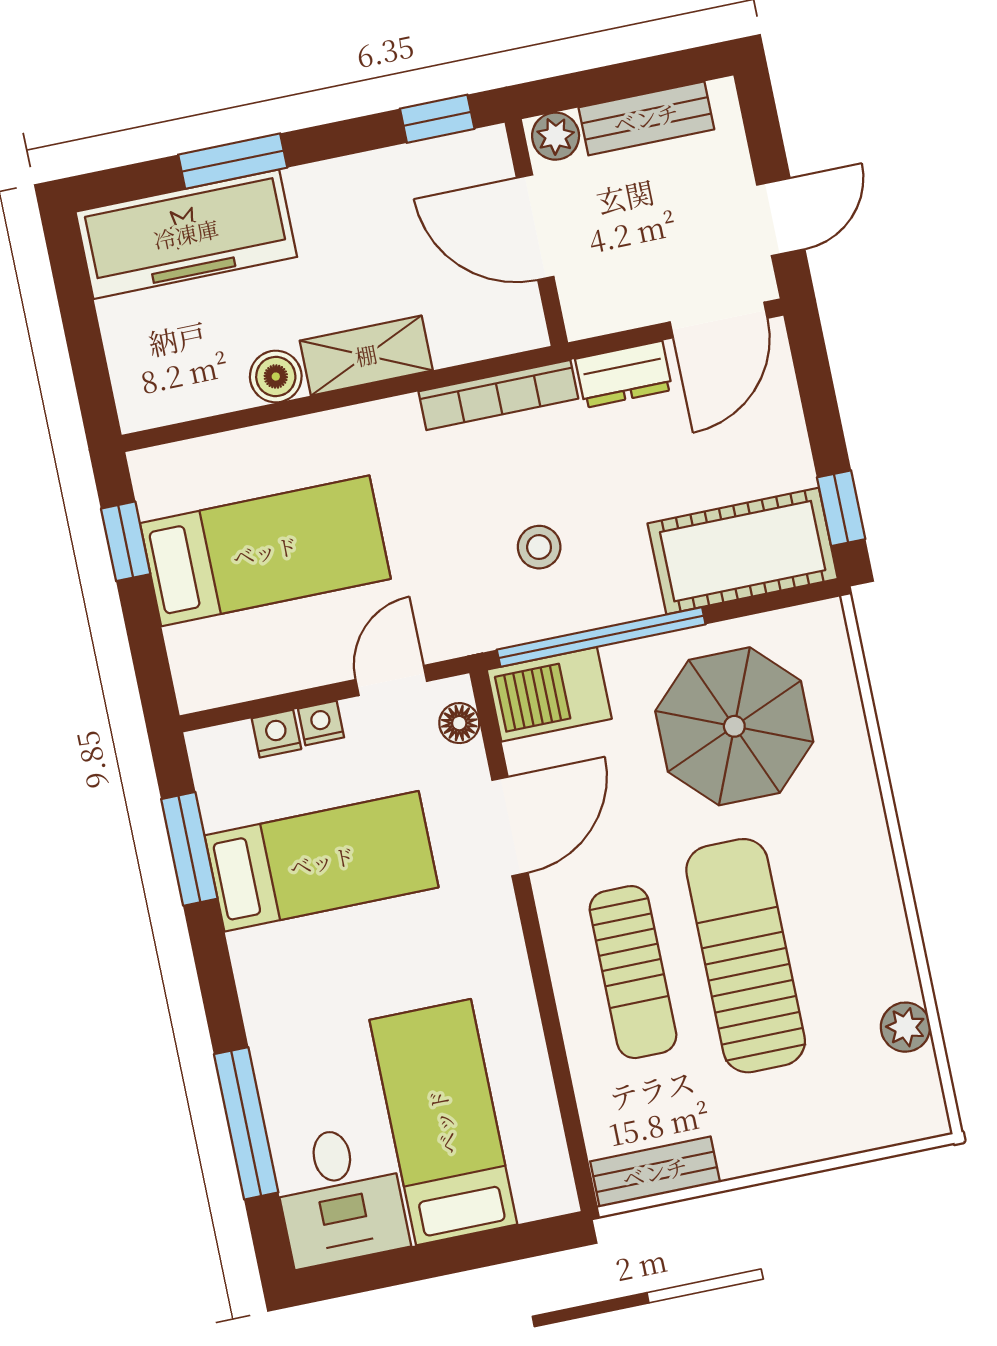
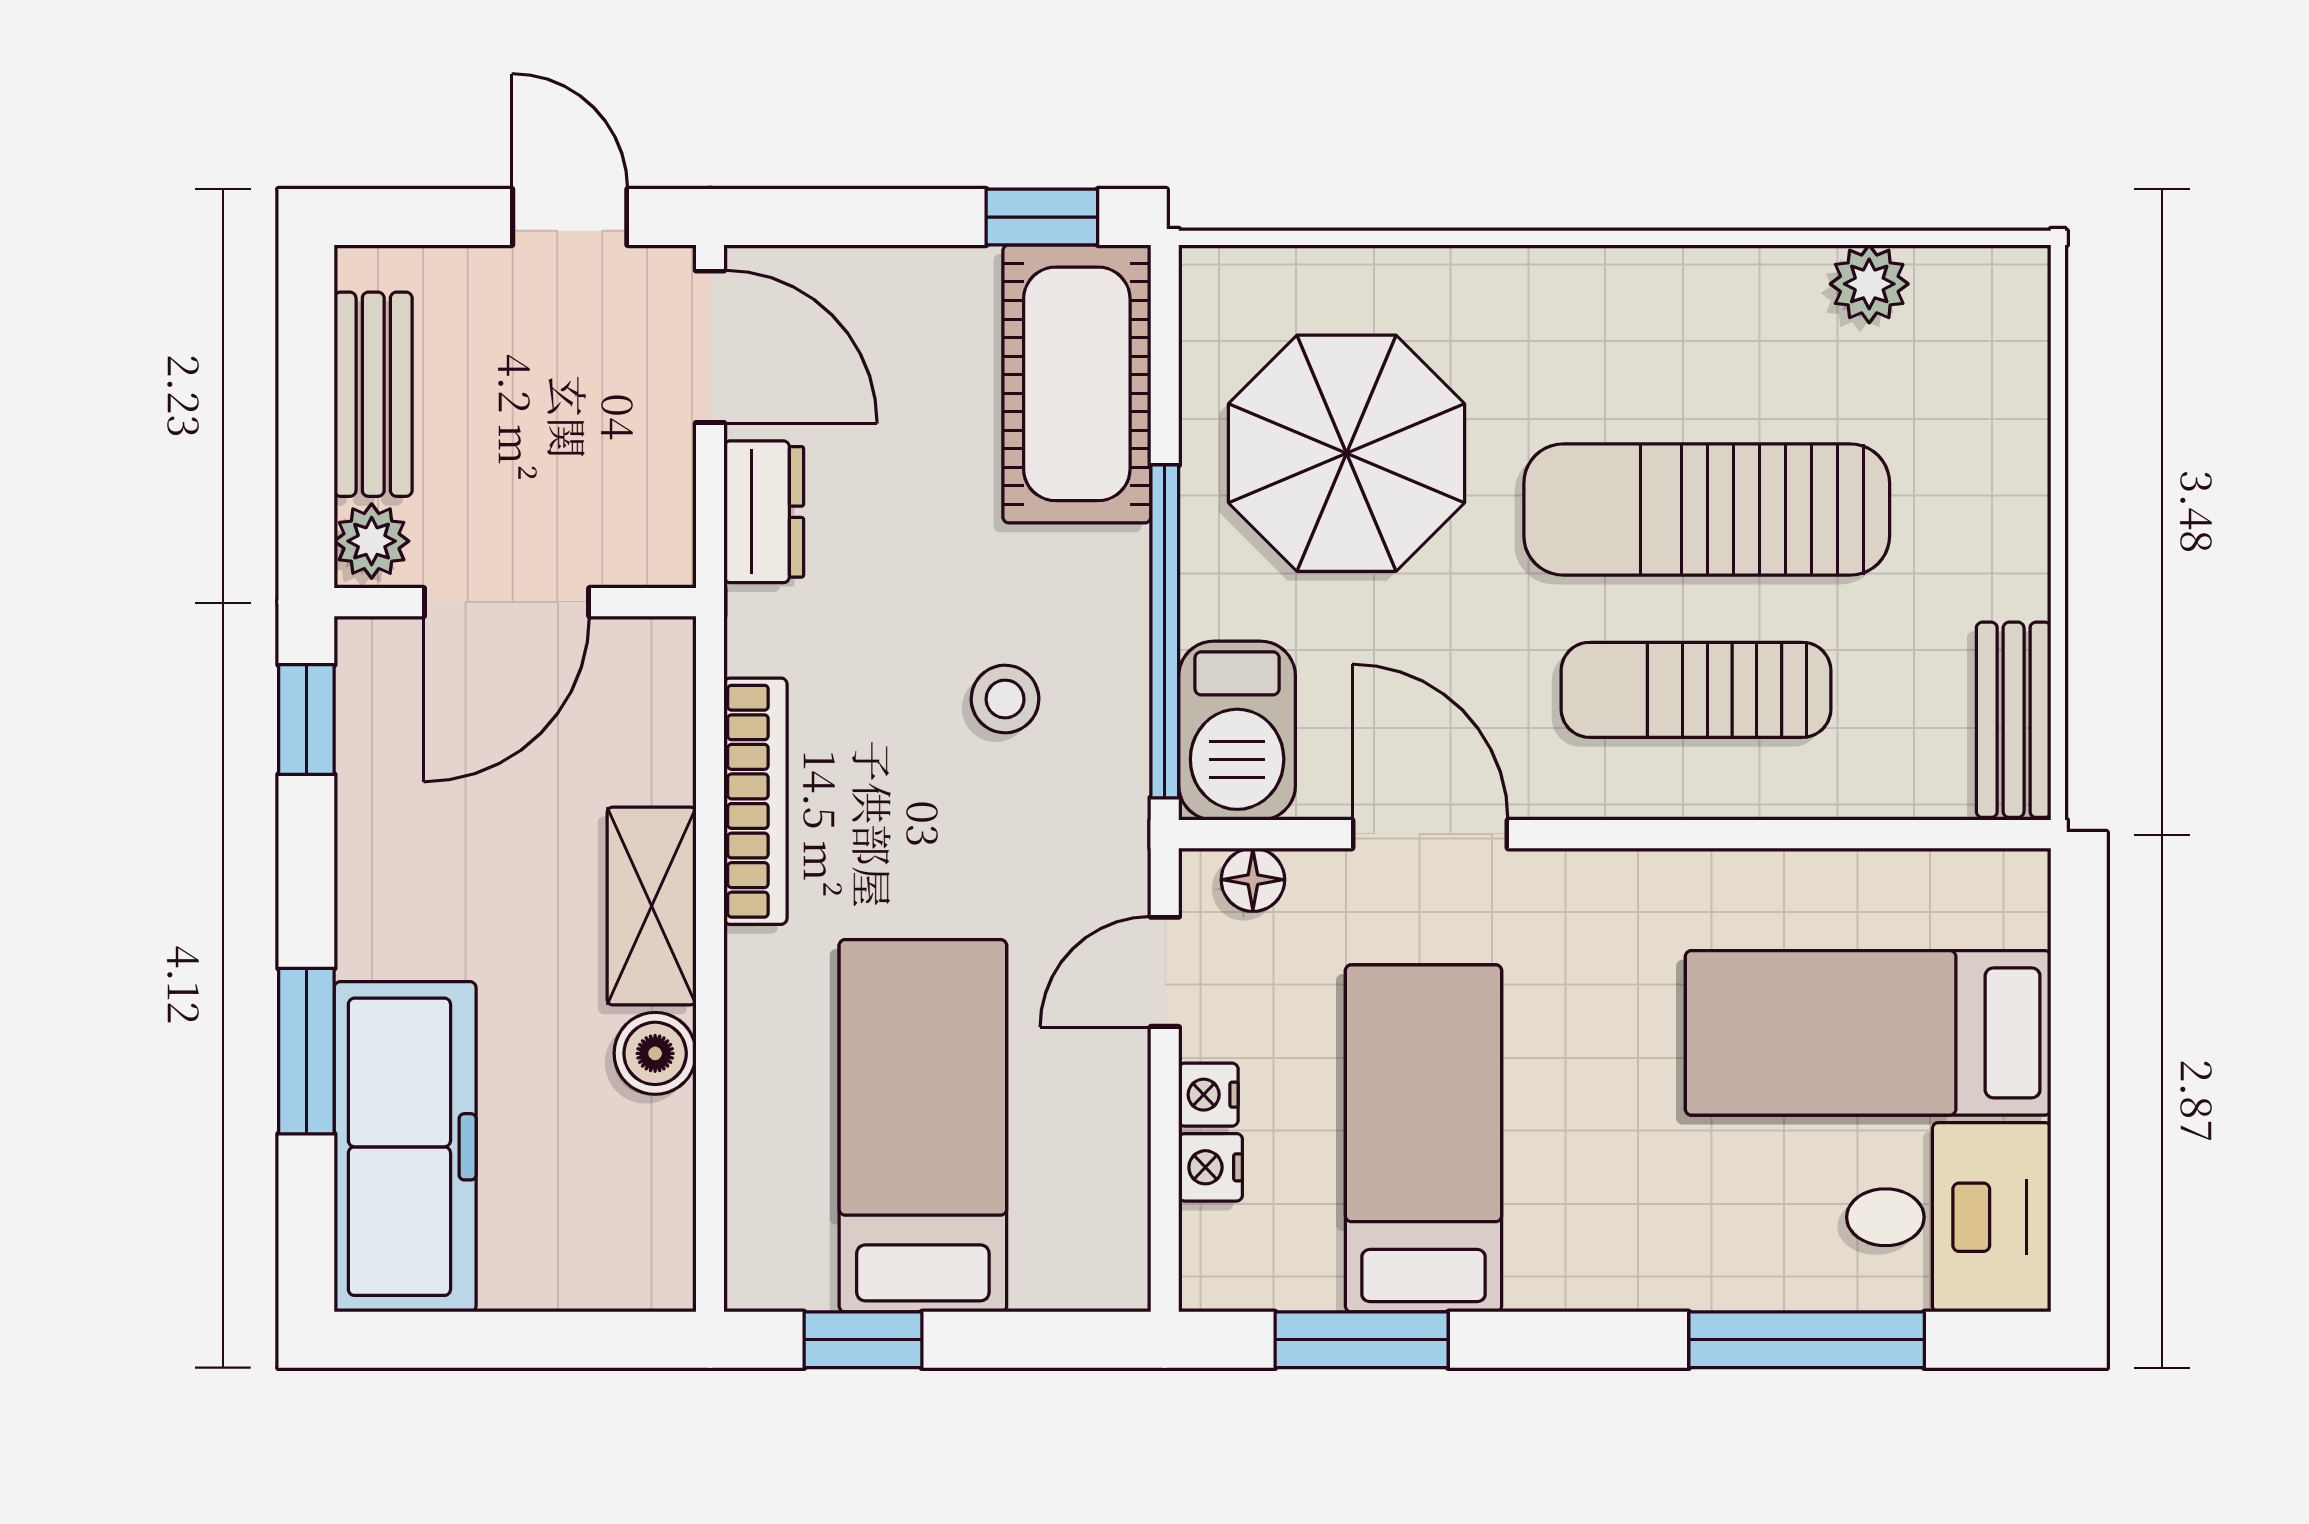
bookcase: (498, 395) -> (755, 801), moved
door: (391, 680) -> (1165, 972), hinge flipped
sun lounger: (633, 972) -> (1696, 690), turned 180

